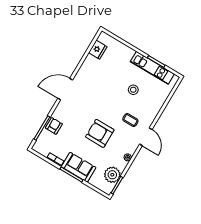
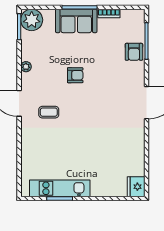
fridge: (98, 50) -> (136, 187), moved
stool: (133, 90) -> (67, 149), removed
armchair: (100, 133) -> (75, 75), width x0.53, depth x0.53
plant: (112, 175) -> (32, 20), moved

